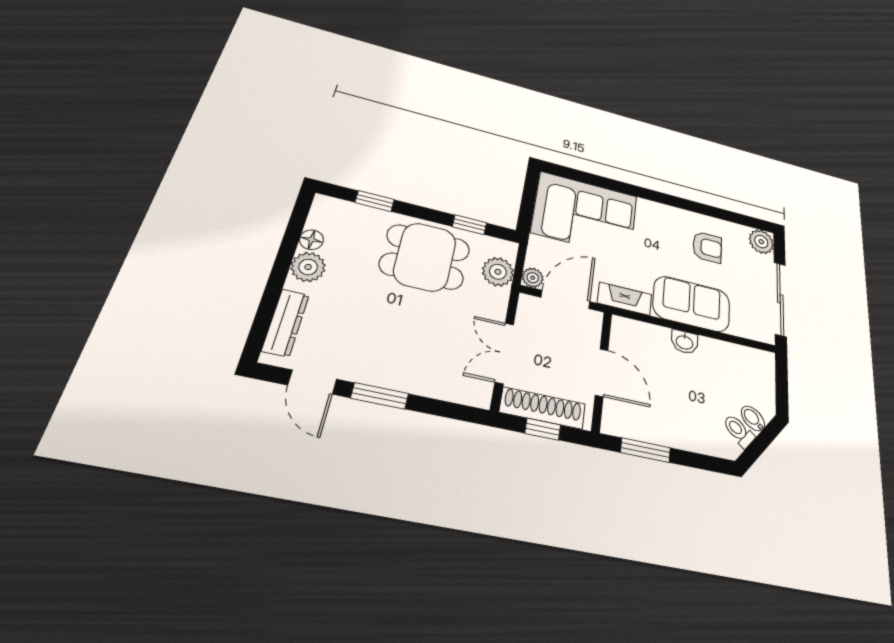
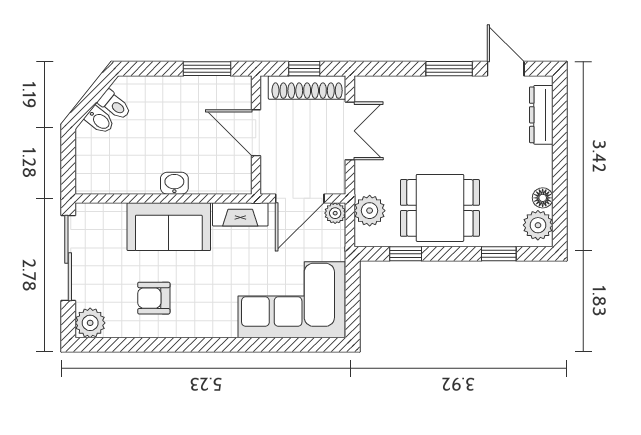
plant: (308, 267) -> (538, 225), moved

